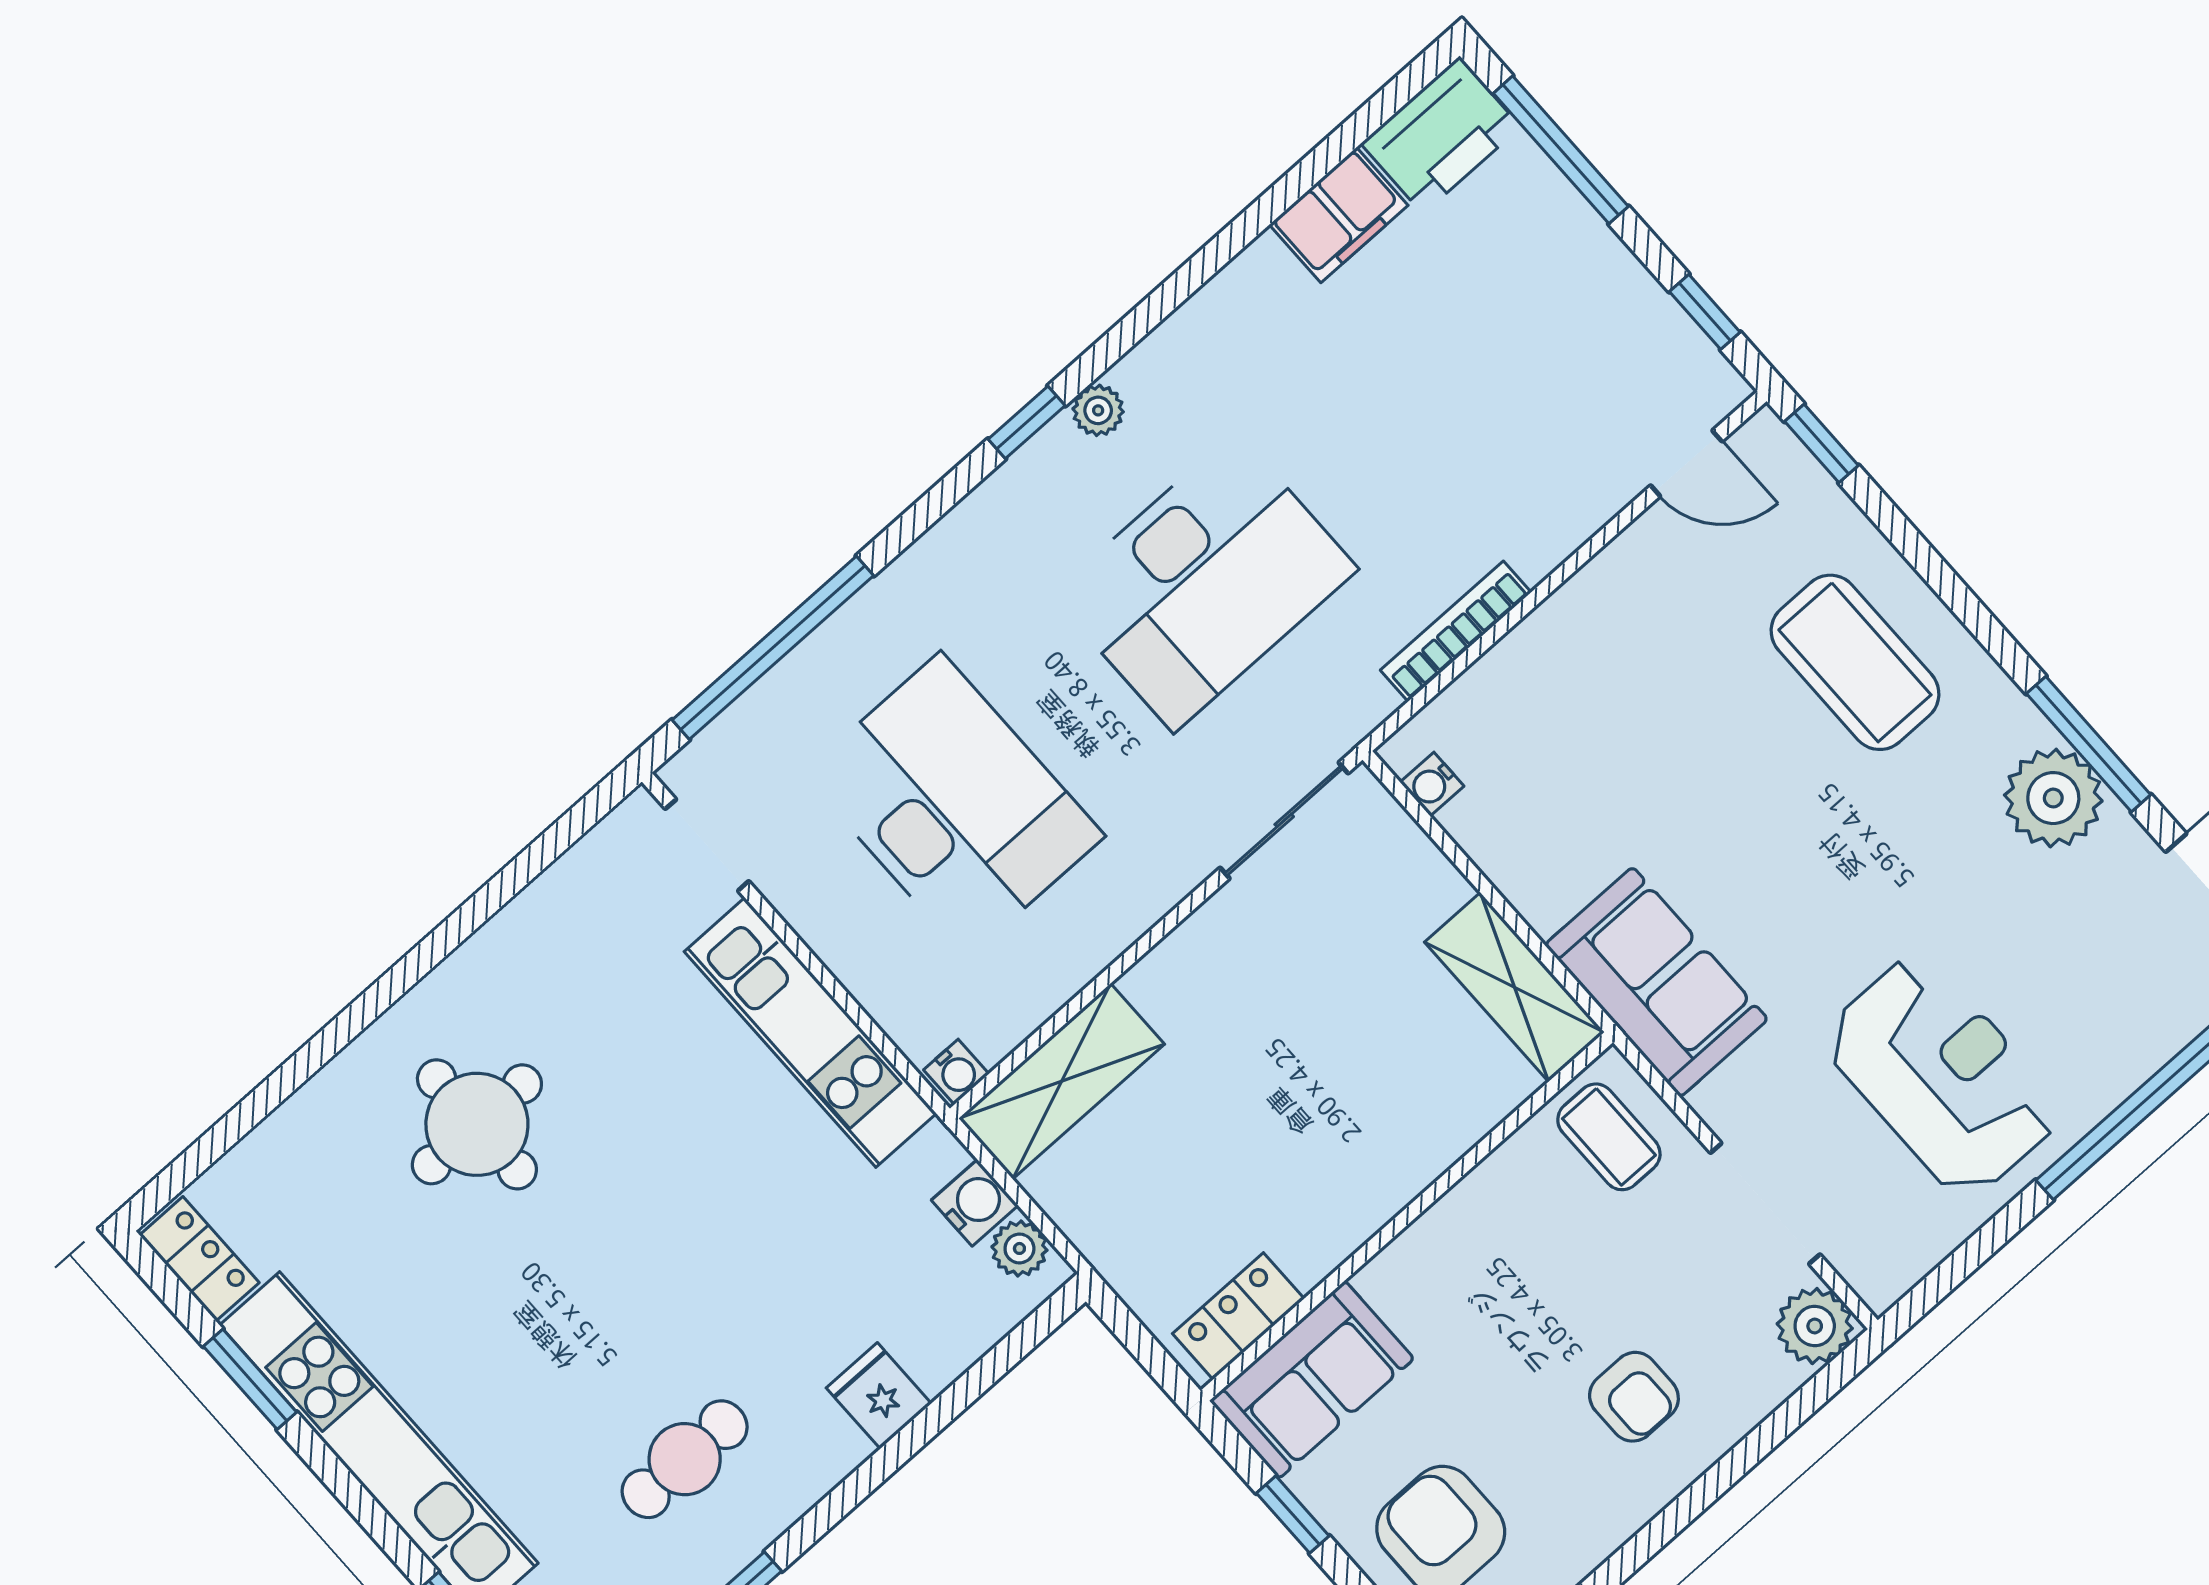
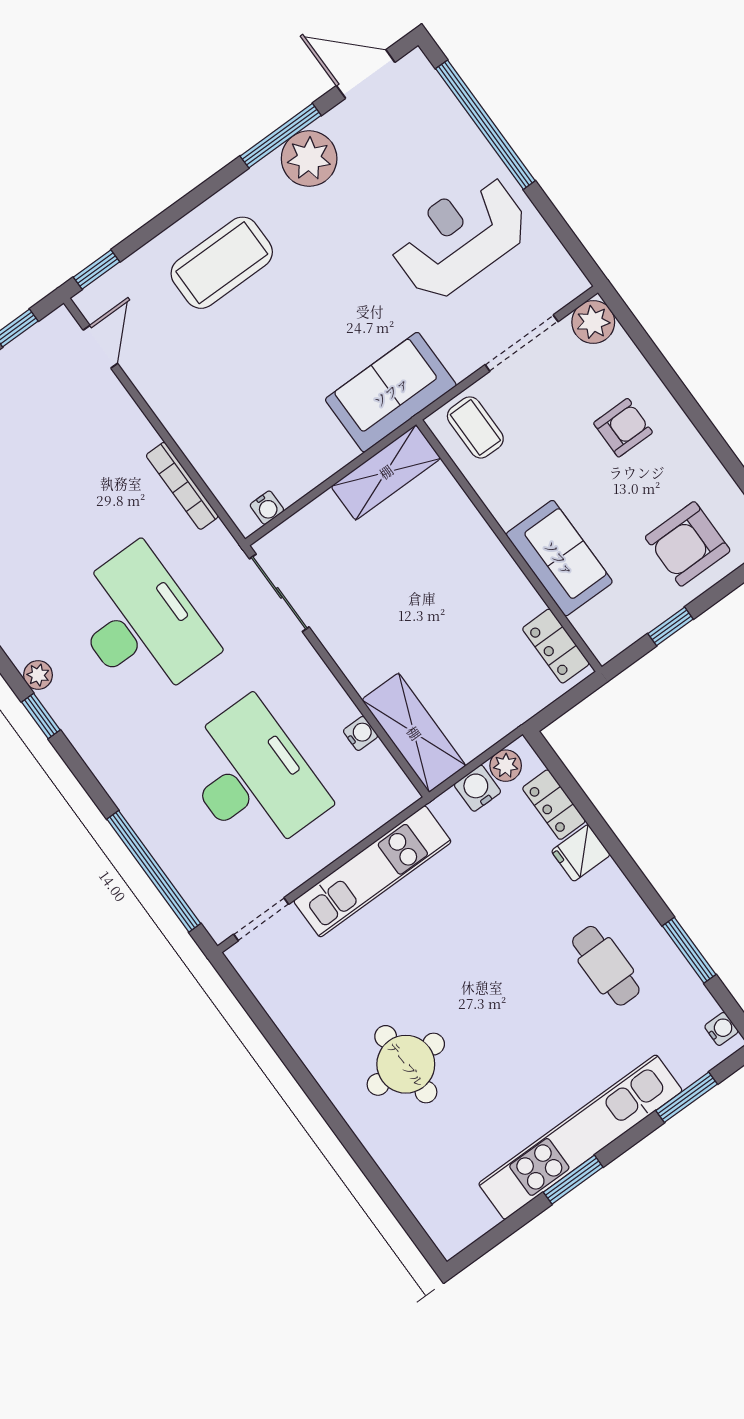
desk: (954, 805) -> (252, 778), turned 90
water cooler: (956, 1072) -> (361, 733), moved
coffee table: (1609, 1137) -> (475, 427), turned 90
locker: (199, 1259) -> (554, 805), moved, turned -90
window: (250, 1379) -> (573, 1180), moved
sofa: (1312, 1380) -> (559, 558), moved

